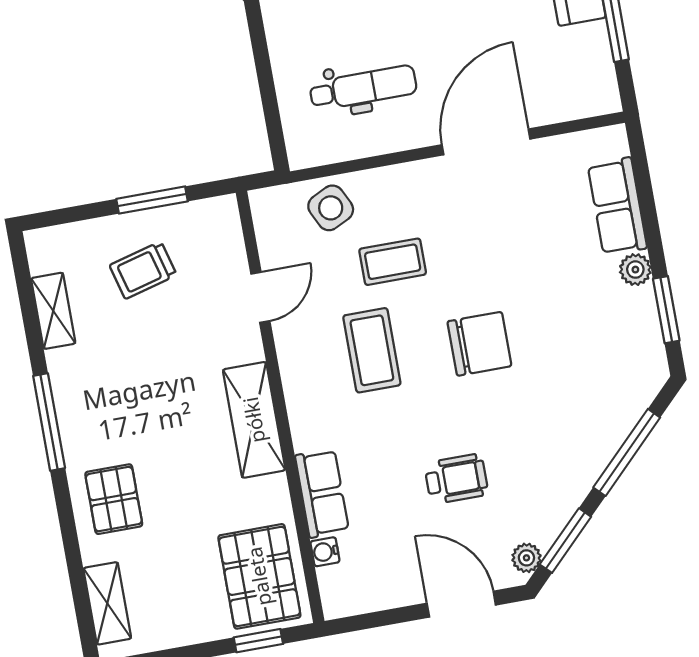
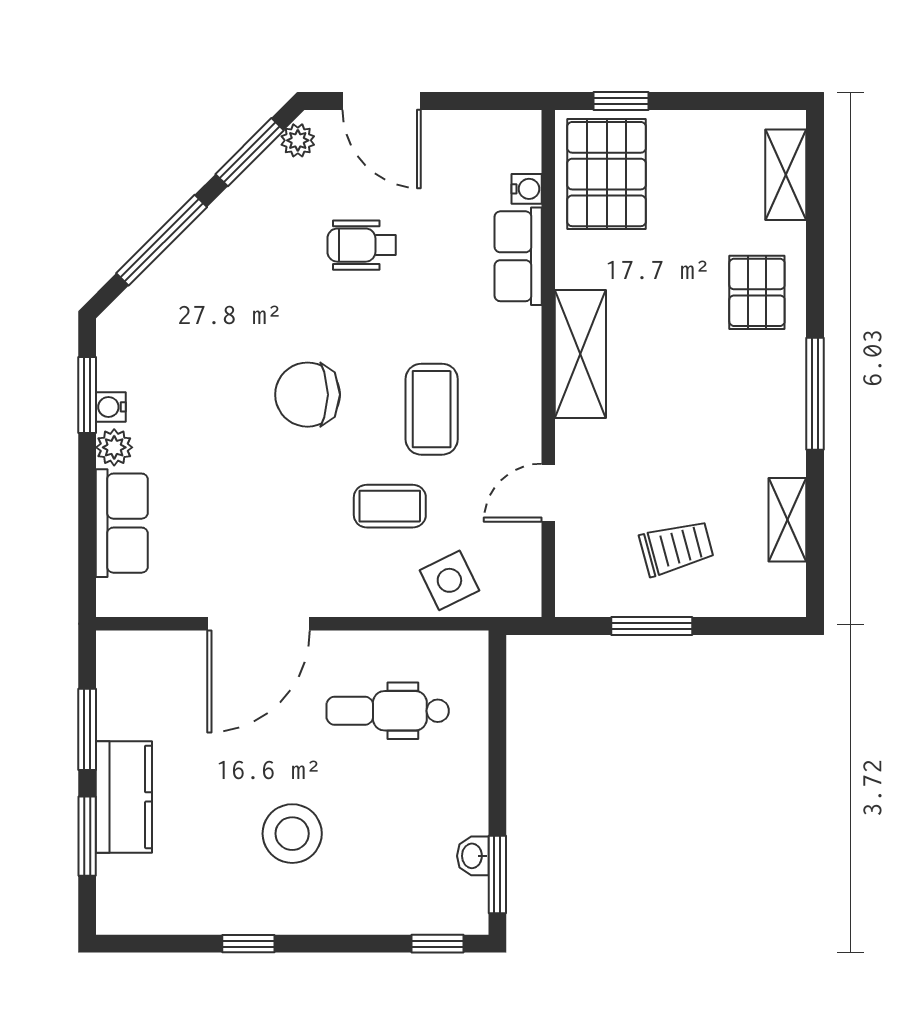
water cooler: (644, 303) -> (111, 407), added

